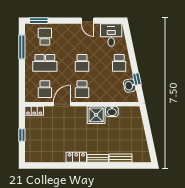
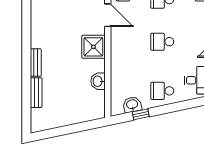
school desk: (82, 89) -> (128, 42), removed
shower: (96, 115) -> (93, 47), moved
locker: (76, 157) -> (37, 34), removed

